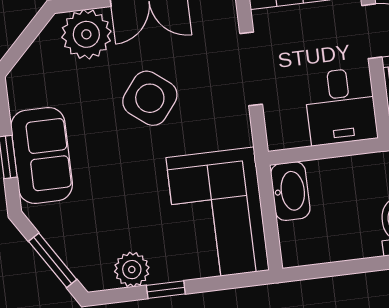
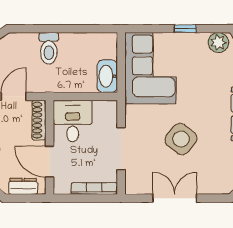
plant: (86, 34) -> (213, 180), removed
plant: (132, 270) -> (218, 42), moved

